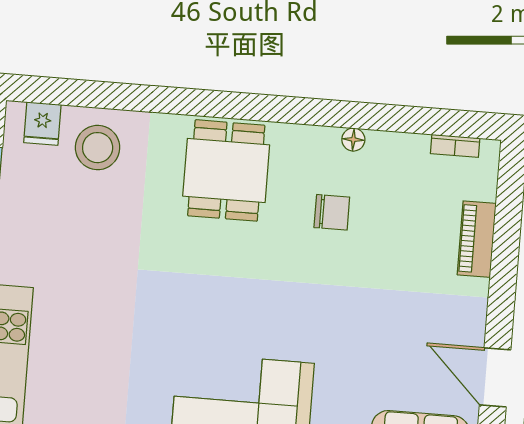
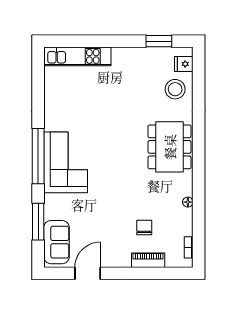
dining table: (226, 170) -> (170, 147), width x1.37
chair: (332, 212) -> (144, 227), moved, turned 180

